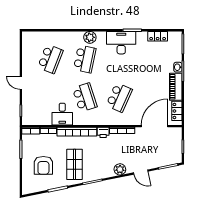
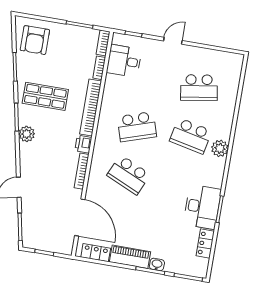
desk: (121, 43) -> (202, 207), moved
school desk: (50, 59) -> (199, 88), turned -30
desk: (62, 114) -> (124, 61), moved
armchair: (43, 165) -> (35, 40), moved, turned -90
plant: (120, 169) -> (27, 134), moved

